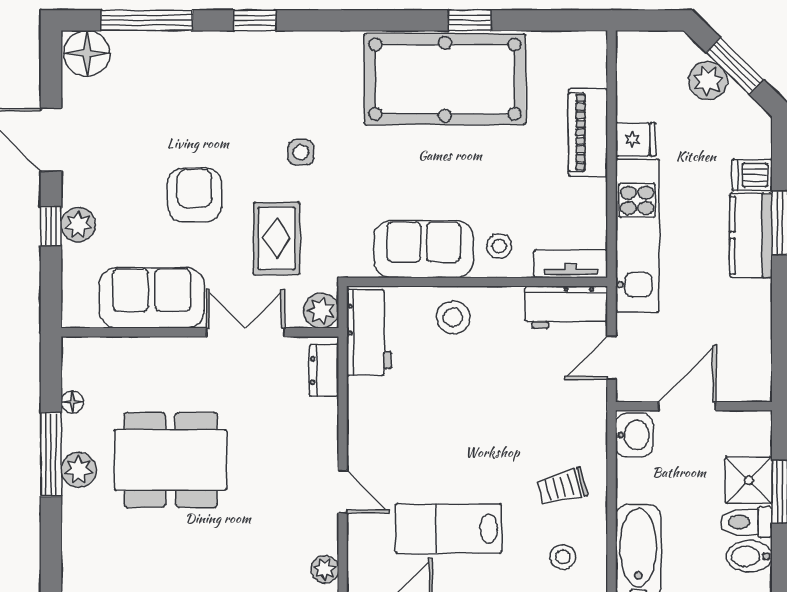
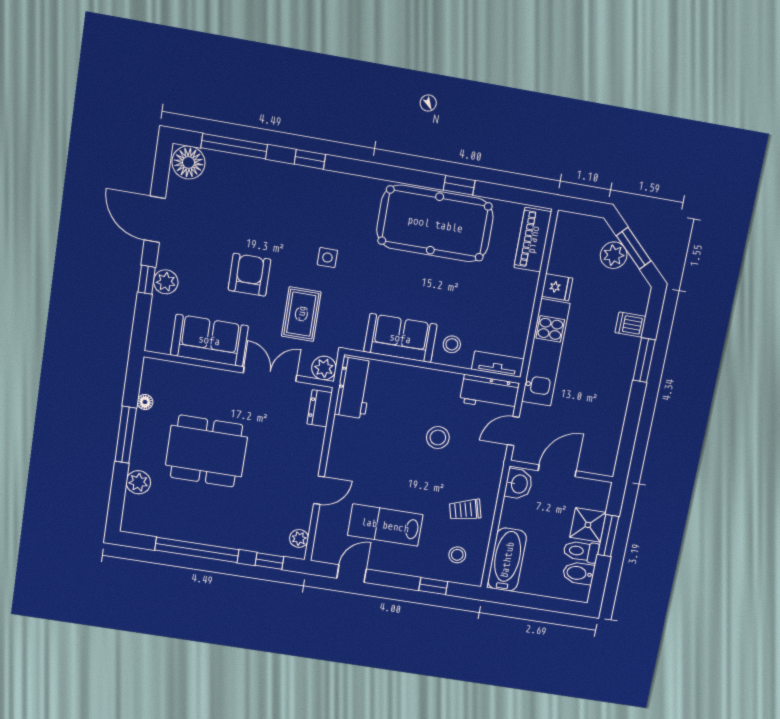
piano: (588, 132) -> (533, 240), moved
kitchen counter: (751, 235) -> (622, 365), removed
stool: (453, 317) -> (438, 438), moved
plant: (79, 470) -> (138, 482), moved
door: (343, 492) -> (319, 490), hinge flipped

